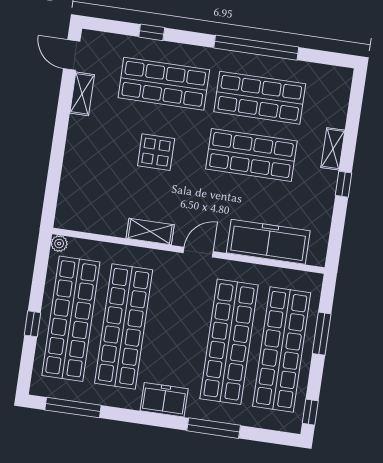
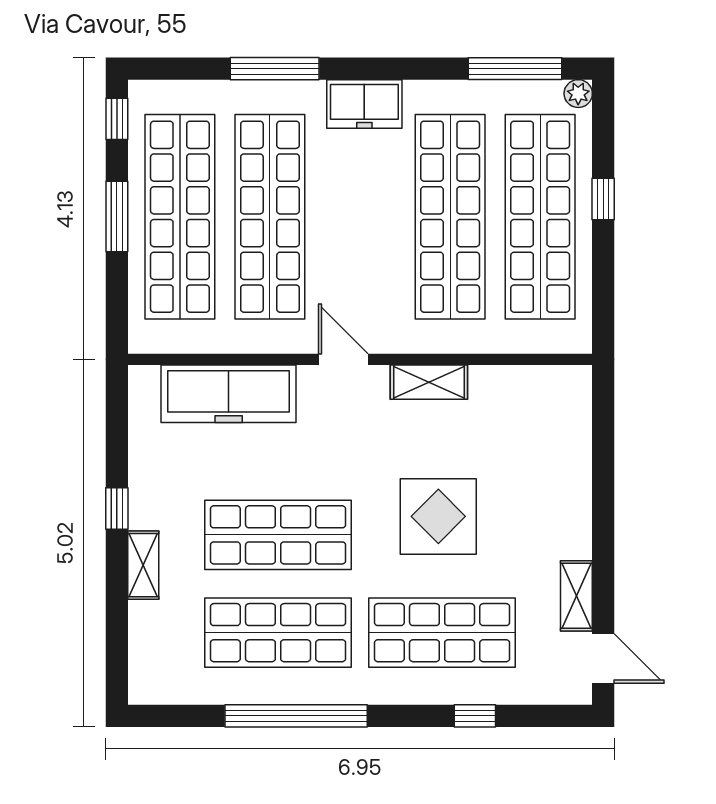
display table: (156, 152) -> (438, 516), width x1.36, depth x1.36
plant: (59, 244) -> (578, 94), moved
door: (198, 252) -> (343, 359), swing flipped
window: (322, 334) -> (117, 216), moved

